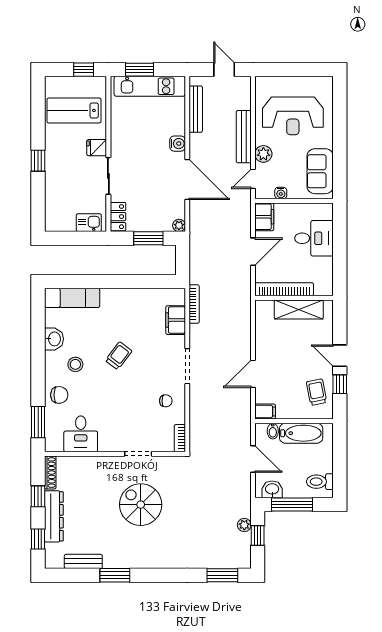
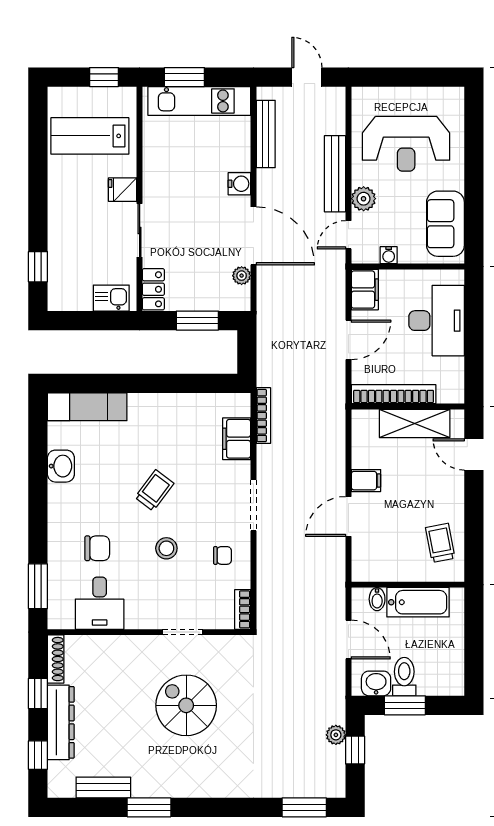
window: (38, 161) -> (38, 267), moved
plant: (179, 225) -> (242, 276), moved
desk: (314, 238) -> (437, 321), width x1.37
door: (340, 356) -> (474, 454), moved
stool: (75, 364) -> (166, 548), moved
window: (340, 384) -> (474, 531), removed
chair: (59, 395) -> (97, 548), moved
filing cabinet: (265, 411) -> (366, 481), moved
toilet: (320, 482) -> (404, 677), moved, turned 90
window: (292, 505) -> (405, 705), width x0.69

